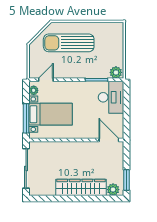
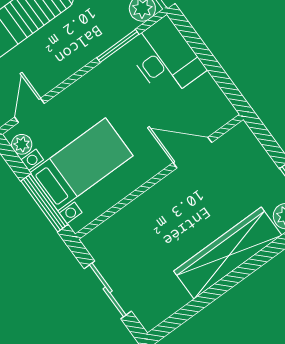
door: (109, 140) -> (192, 153), moved
sliding door: (26, 168) -> (108, 290), width x0.73

